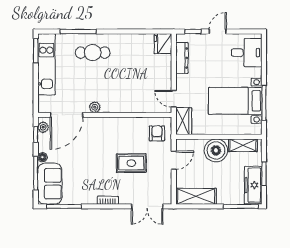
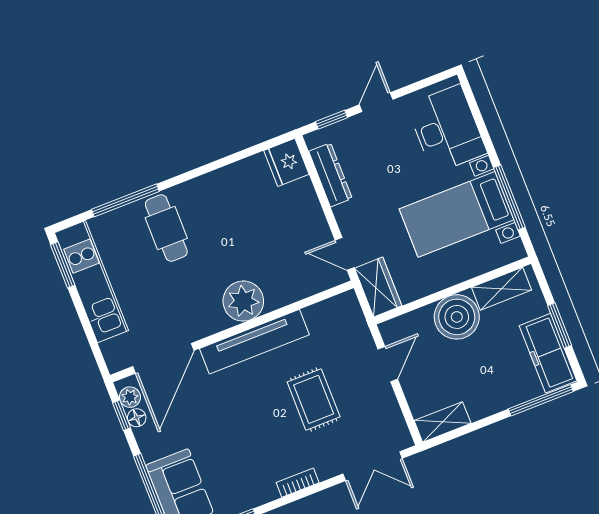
cafe table: (93, 53) -> (166, 228), turned 90
desk: (247, 53) -> (447, 129), width x1.37
plant: (95, 107) -> (243, 301), moved, width x1.88, depth x1.88
tv unit: (114, 124) -> (254, 342), added
armchair: (157, 133) -> (339, 328), removed
floor lamp: (42, 157) -> (137, 418), moved
rug: (131, 163) -> (314, 399), turned 90
shelving: (196, 196) -> (443, 422), width x0.67, depth x0.75

